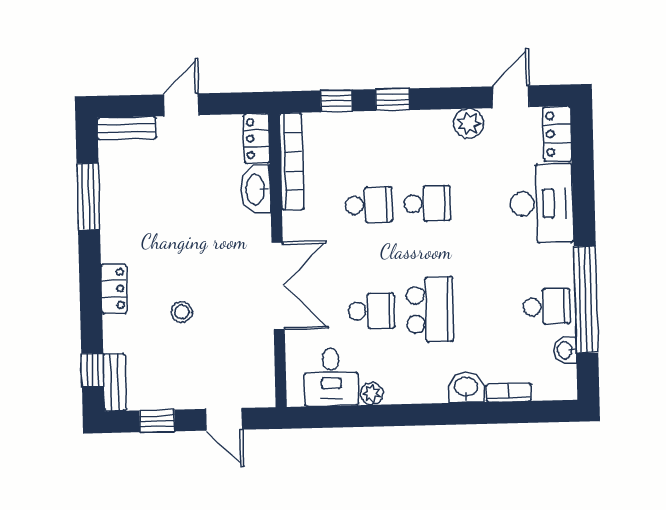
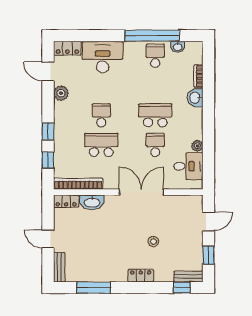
school desk: (369, 205) -> (101, 145), width x1.85

